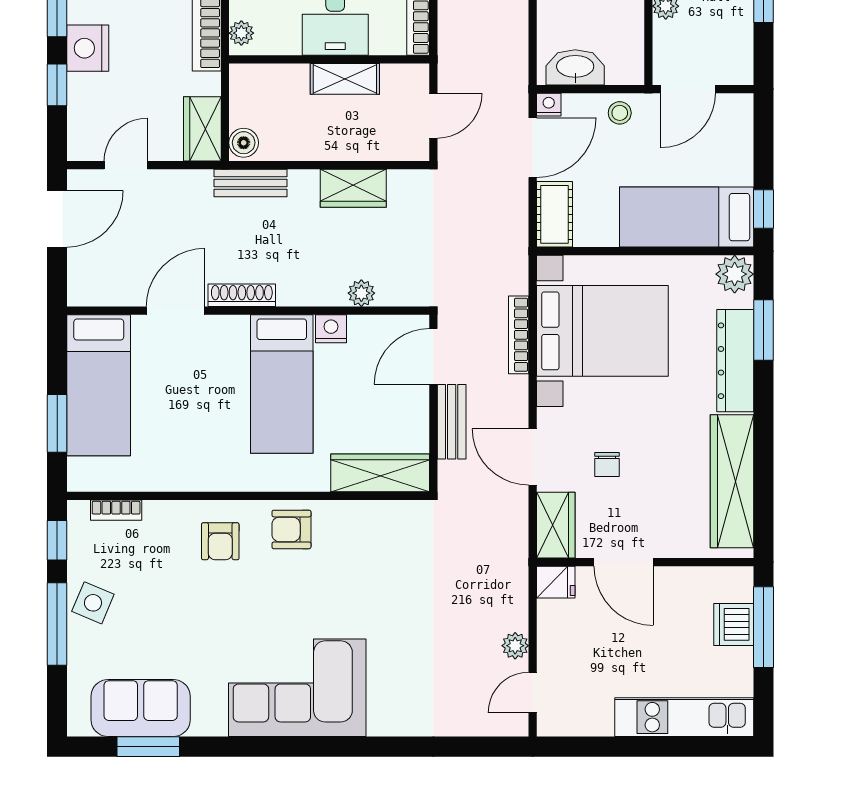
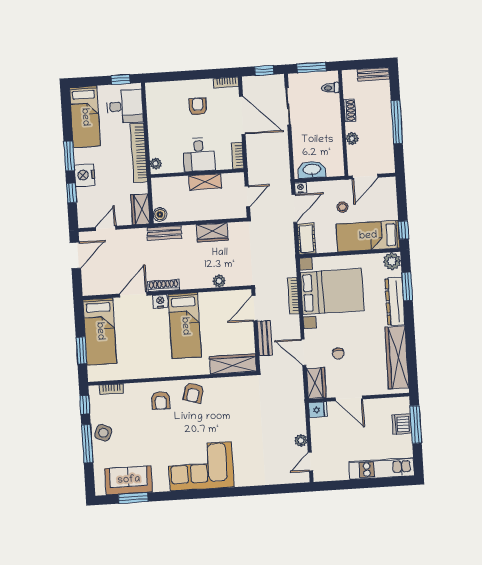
stool: (620, 113) -> (342, 207), moved
nightstand: (331, 329) -> (160, 301), moved
armchair: (291, 529) -> (193, 393), turned -74

